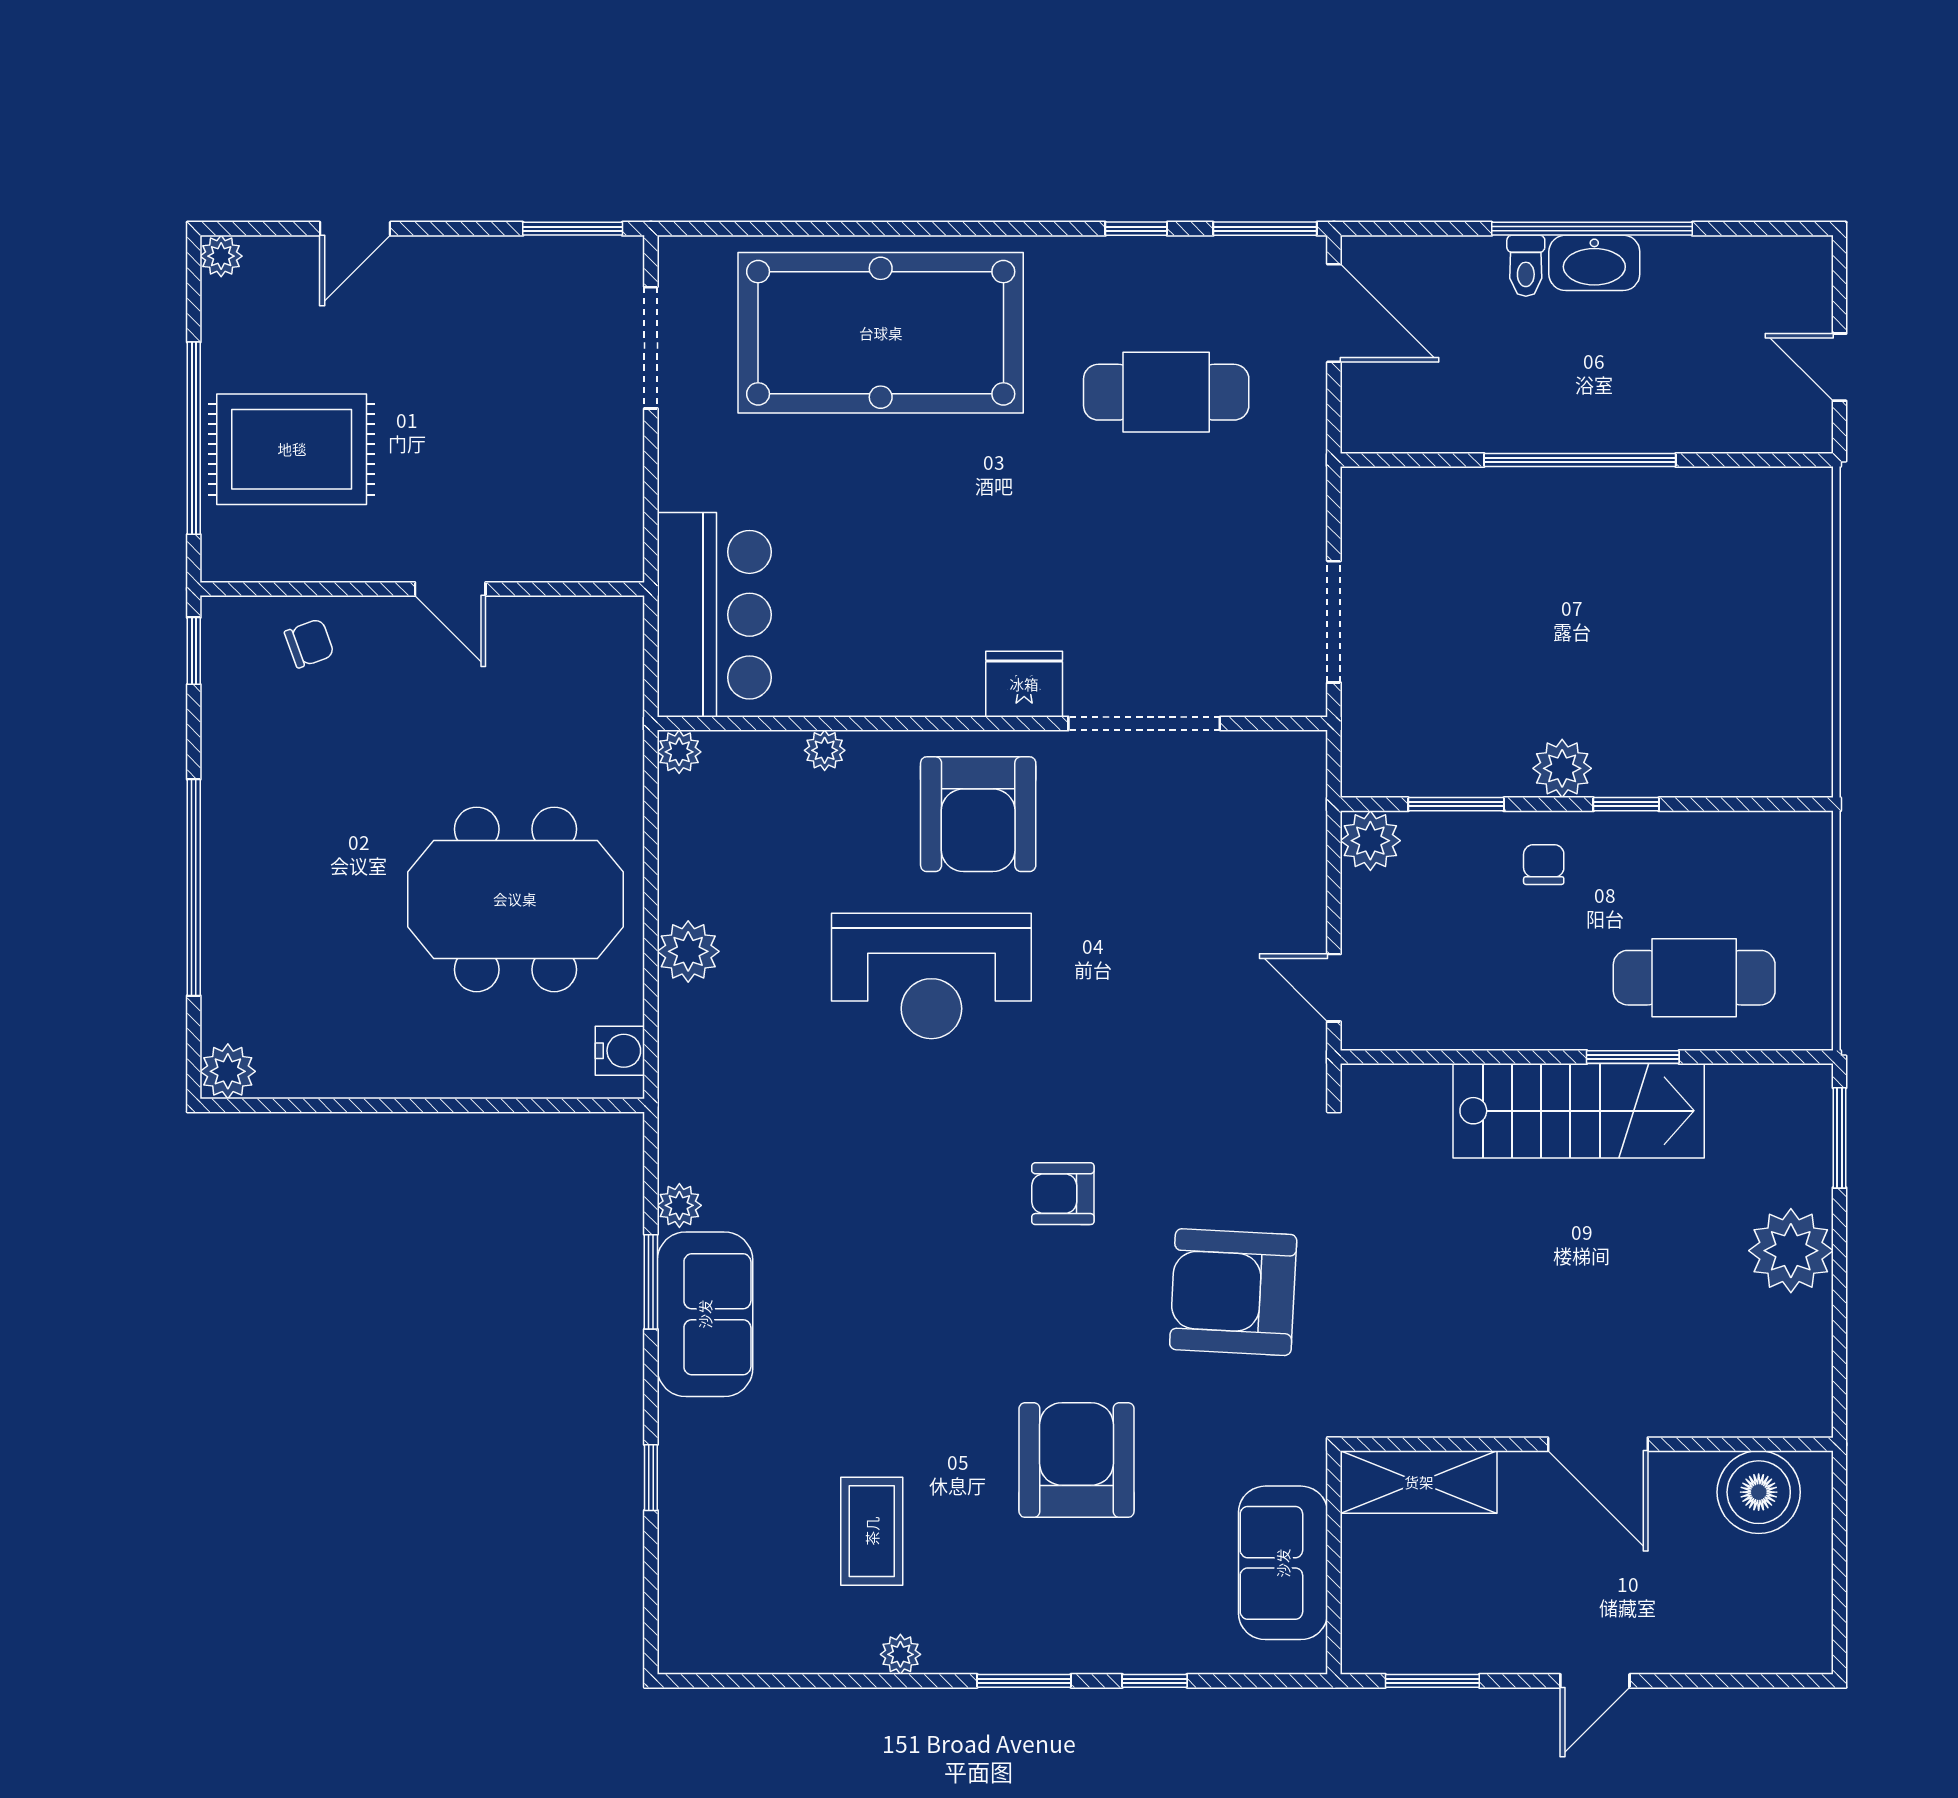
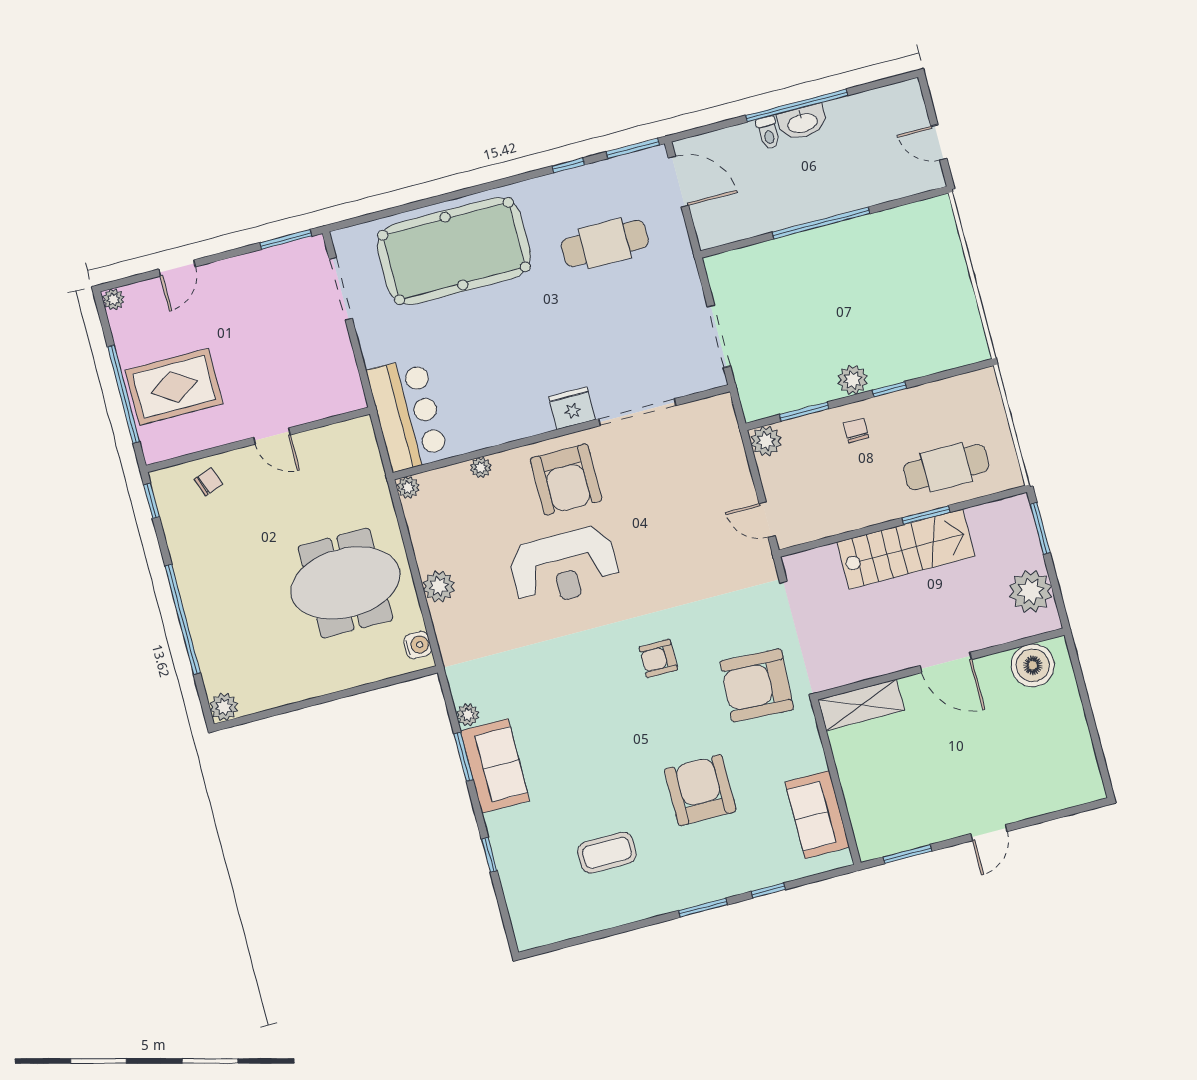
wall: (1587, 1444) -> (940, 664), moved
door: (1598, 1444) -> (946, 662), moved
shelving: (1419, 1482) -> (861, 705), moved
boiler: (1759, 1492) -> (1033, 665), moved
coffee table: (872, 1531) -> (607, 853), turned 90
plant: (900, 1654) -> (638, 911), removed

